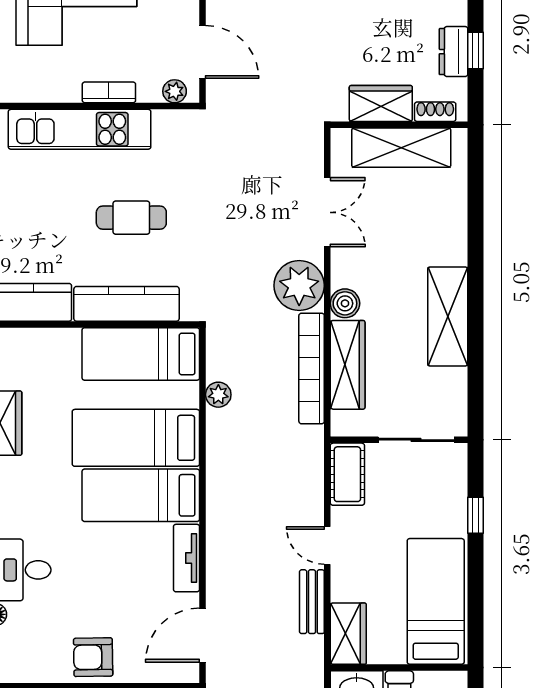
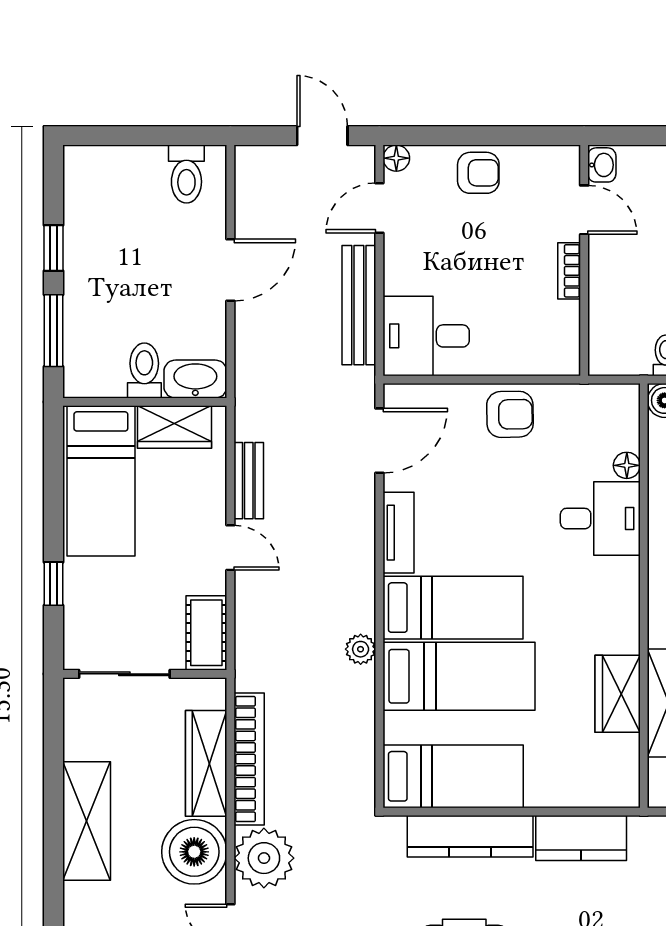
boiler: (345, 303) -> (194, 852), width x1.86, depth x1.86
plant: (218, 395) -> (361, 649), moved
wardrobe: (348, 634) -> (174, 427), moved, turned -90

